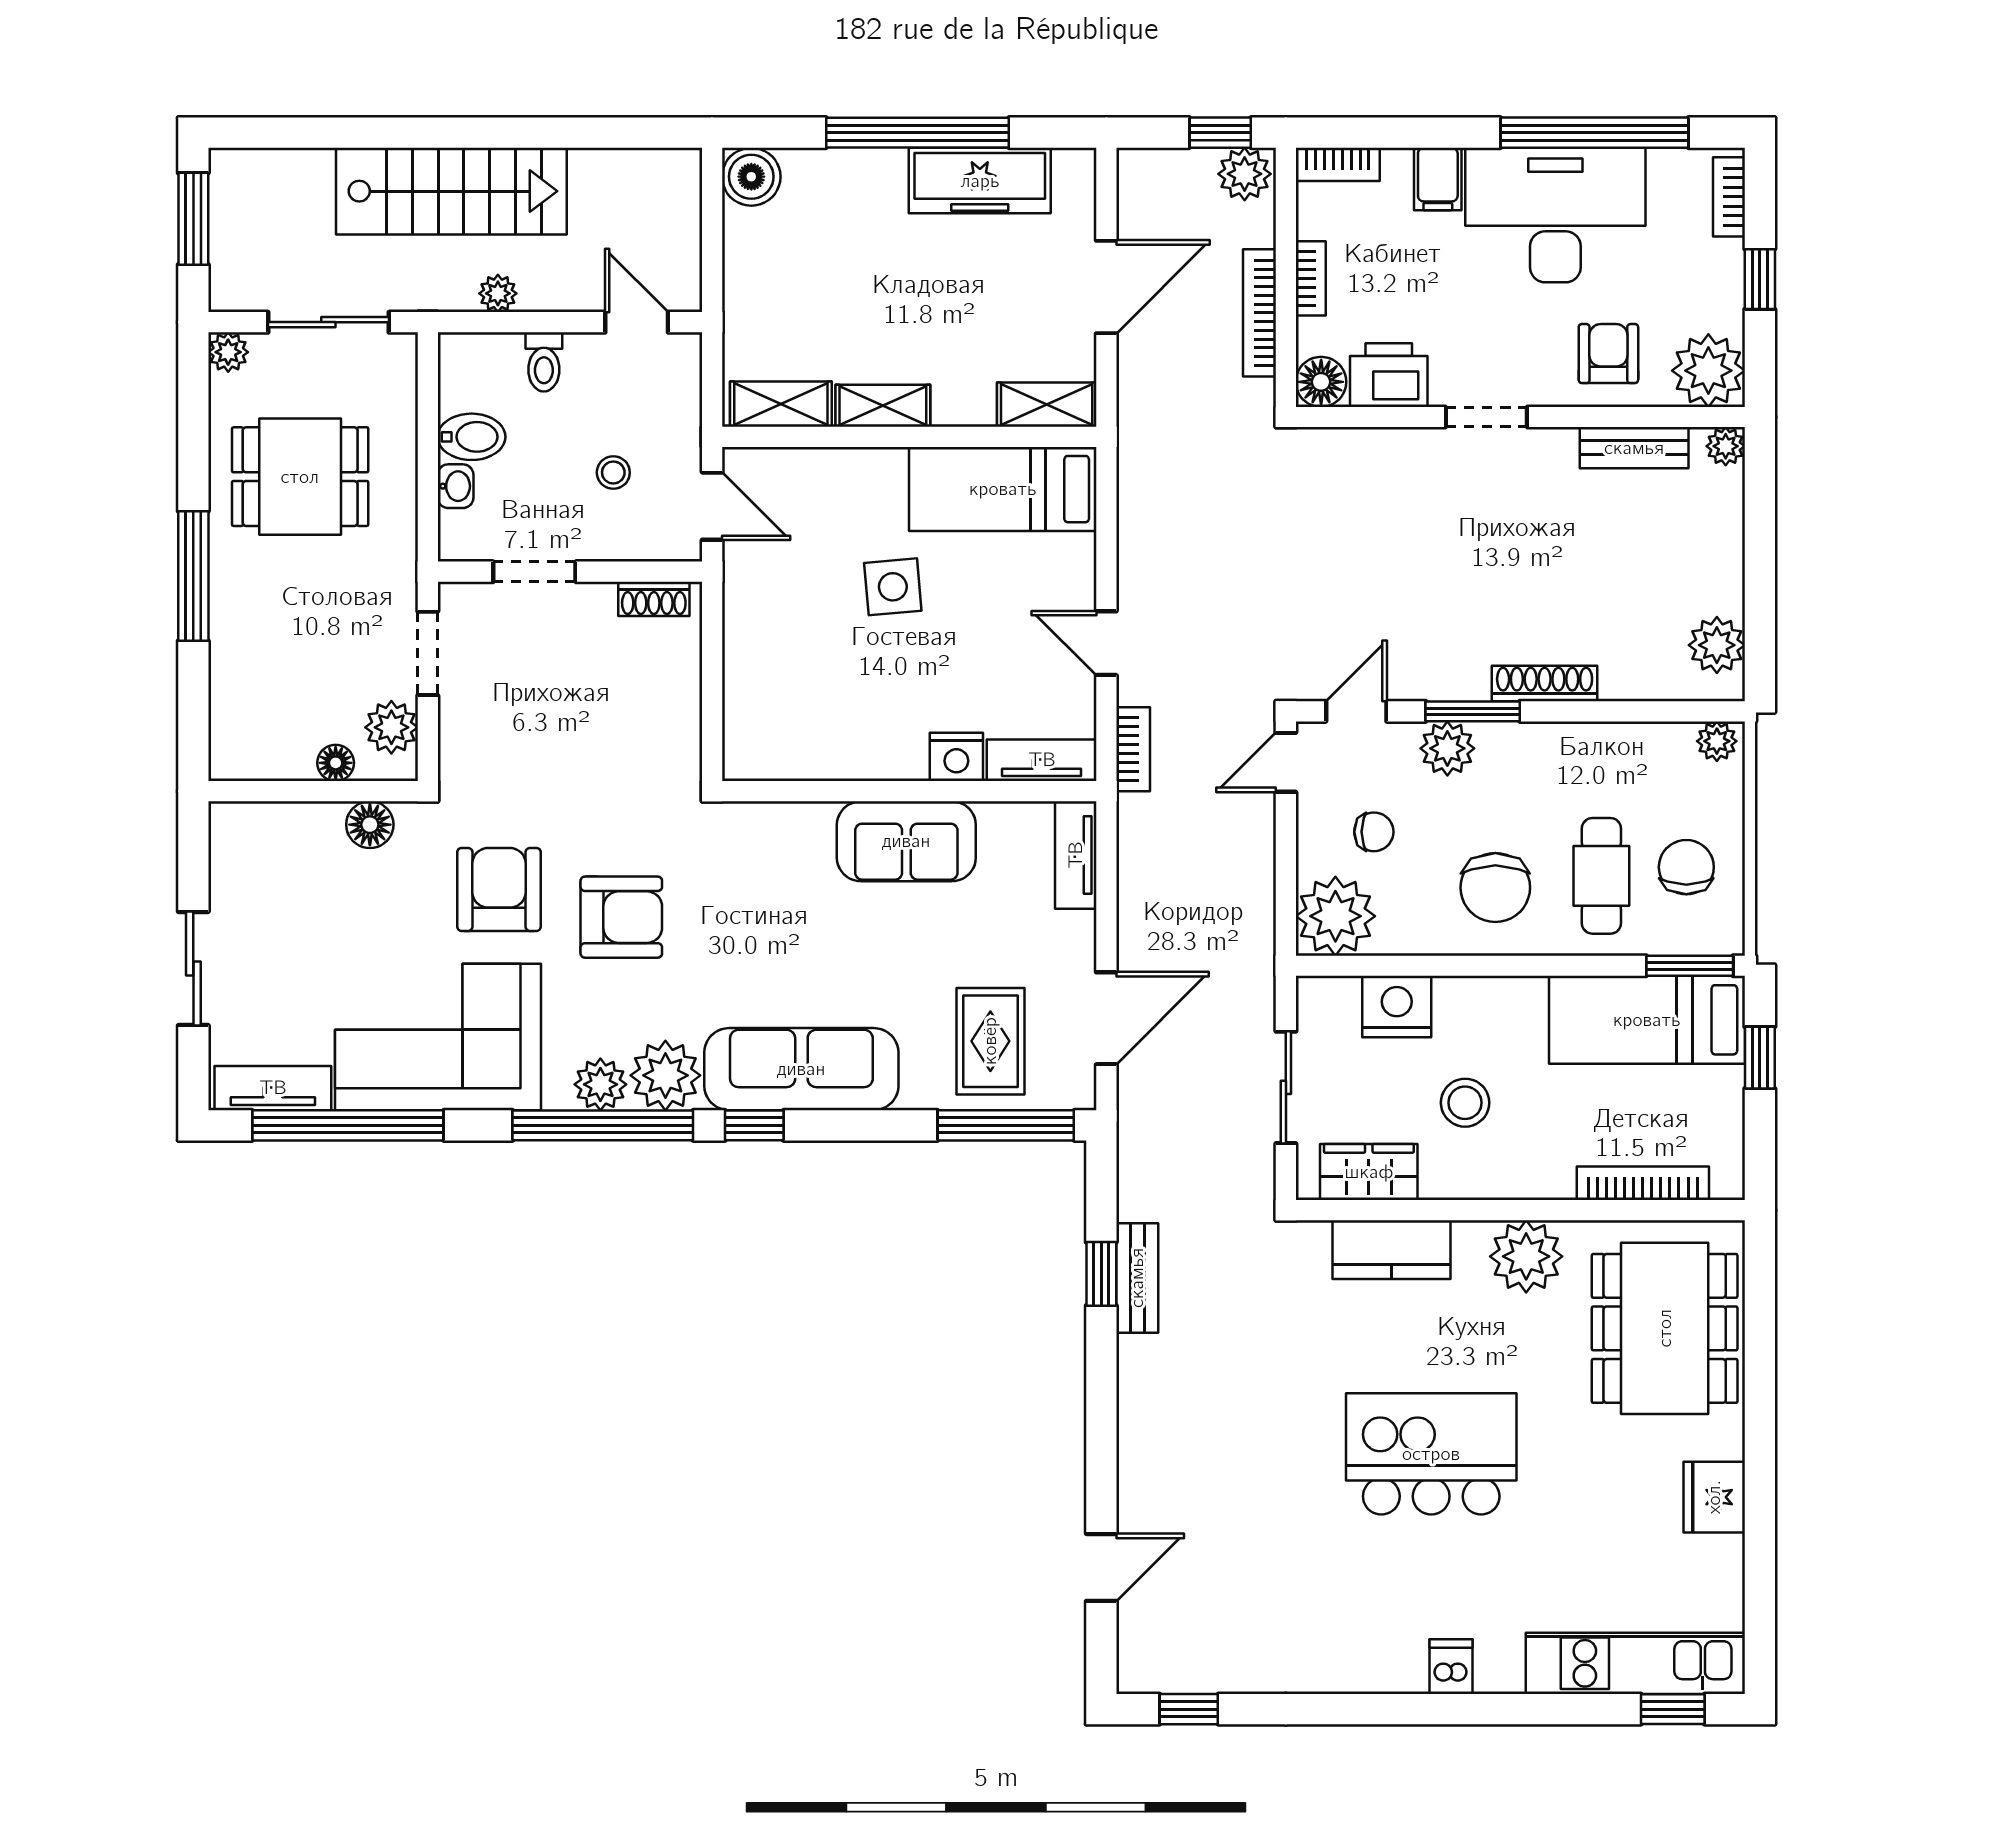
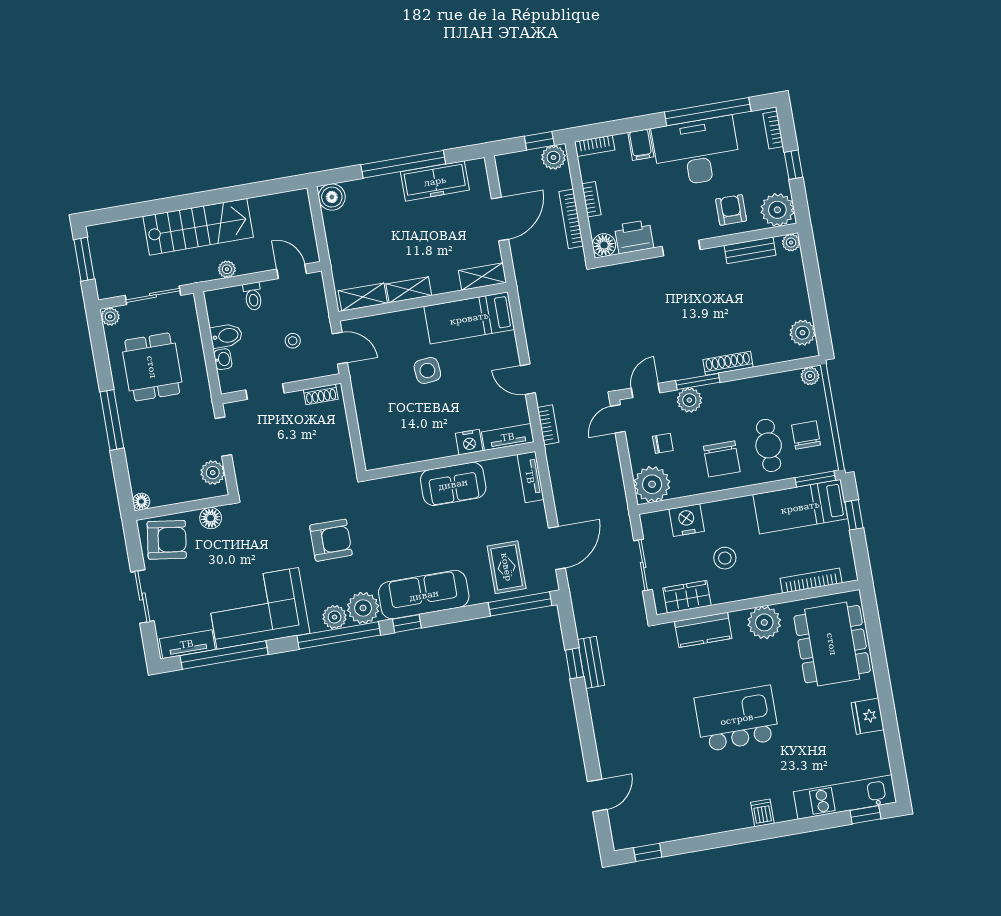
dining table: (300, 477) -> (152, 367), turned 90
floor lamp: (336, 763) -> (141, 501), moved
armchair: (499, 889) -> (167, 540), moved, turned 98

